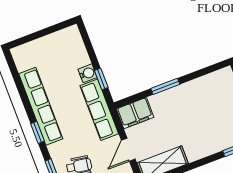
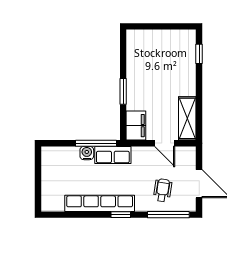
window: (101, 79) -> (96, 143), width x2.17
row of seats: (99, 110) -> (113, 155), width x0.68

